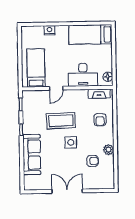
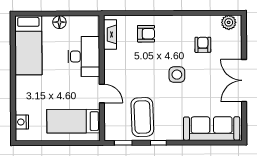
nightstand: (50, 30) -> (22, 122), moved
floor lamp: (108, 77) -> (59, 22), moved
coffee table: (61, 121) -> (142, 117), moved
plant: (109, 150) -> (229, 22), moved
sofa: (32, 155) -> (212, 129), moved

